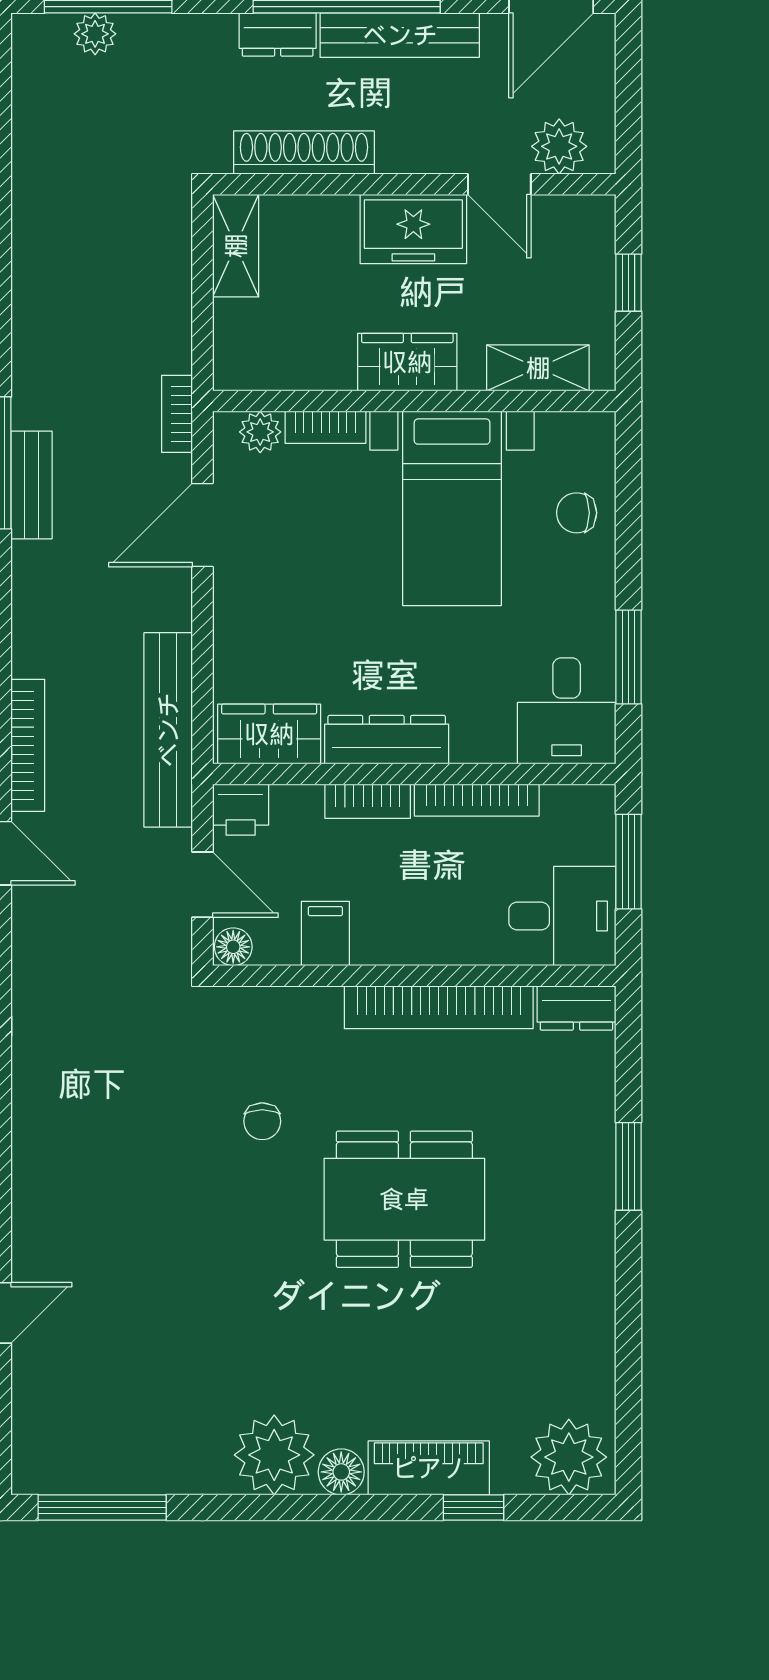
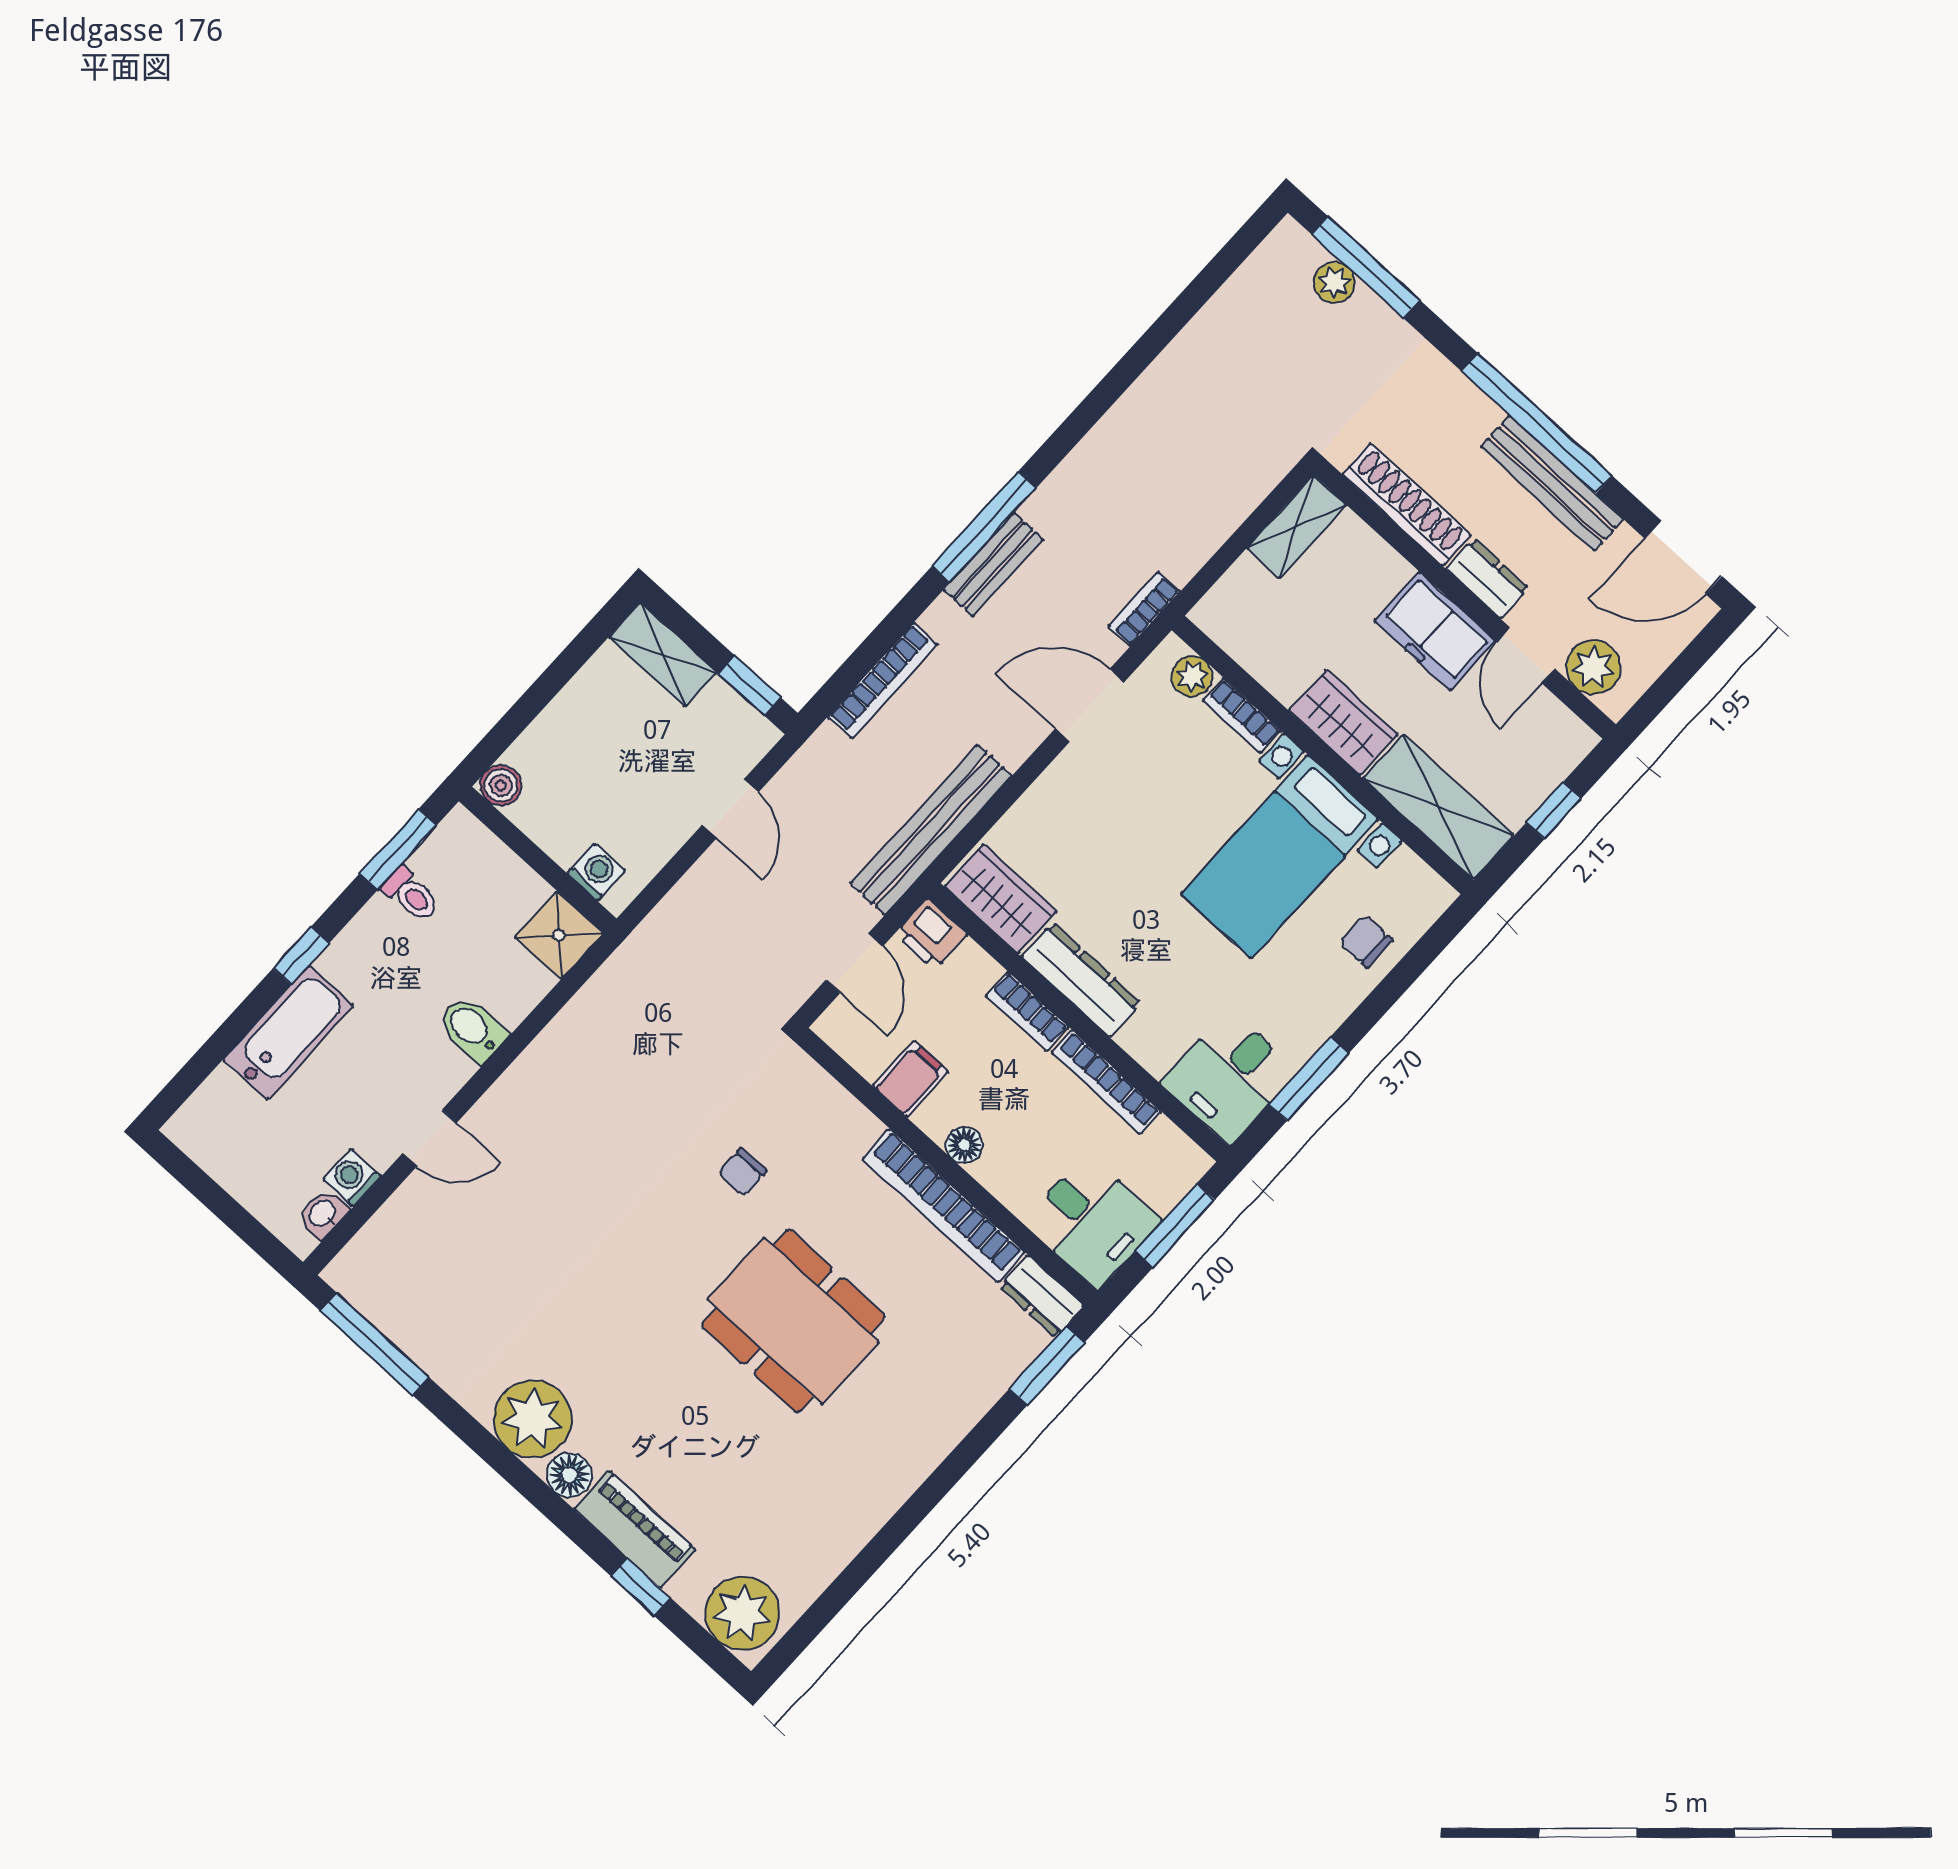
dresser: (278, 35) -> (1487, 579), moved, turned 180
shelving: (538, 368) -> (1438, 807), width x1.50, depth x1.33
bookcase: (28, 745) -> (883, 681), moved
floor lamp: (233, 947) -> (964, 1145), moved
window: (628, 1166) -> (1047, 1366), moved

